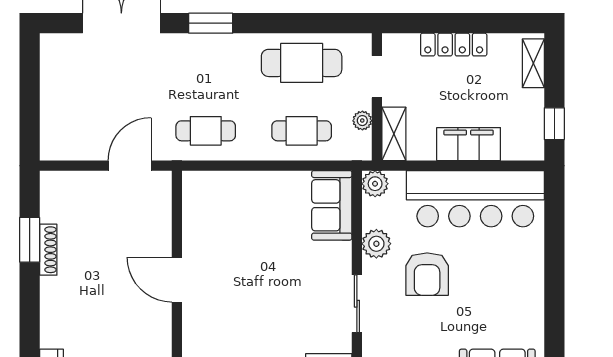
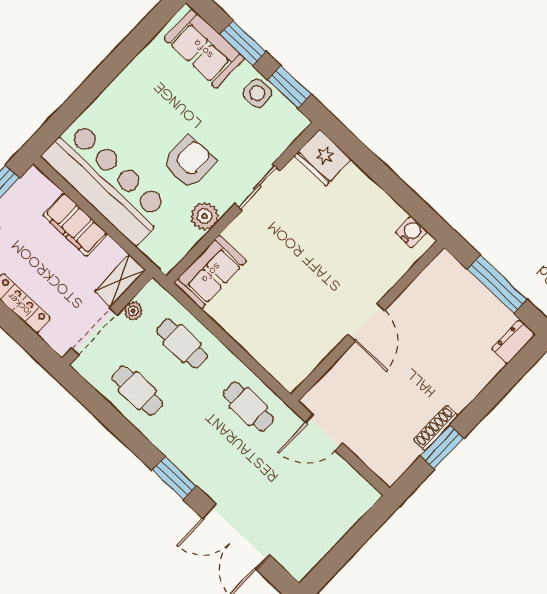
cafe table: (302, 63) -> (137, 391), width x0.73, depth x0.74
doorway: (377, 77) -> (94, 331), width x1.38
plant: (375, 184) -> (166, 259), removed

